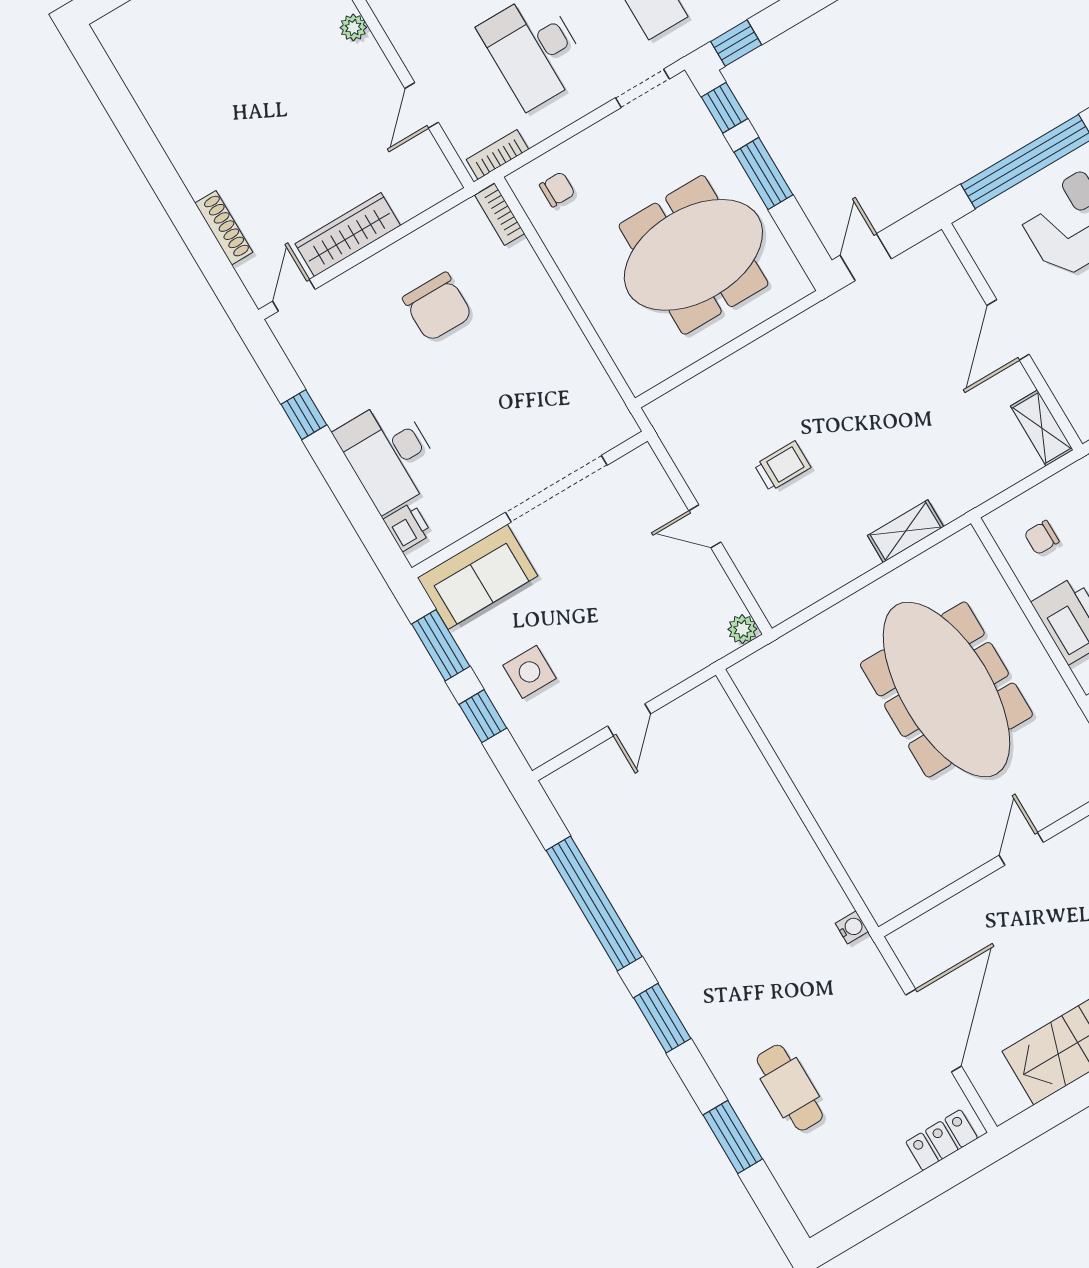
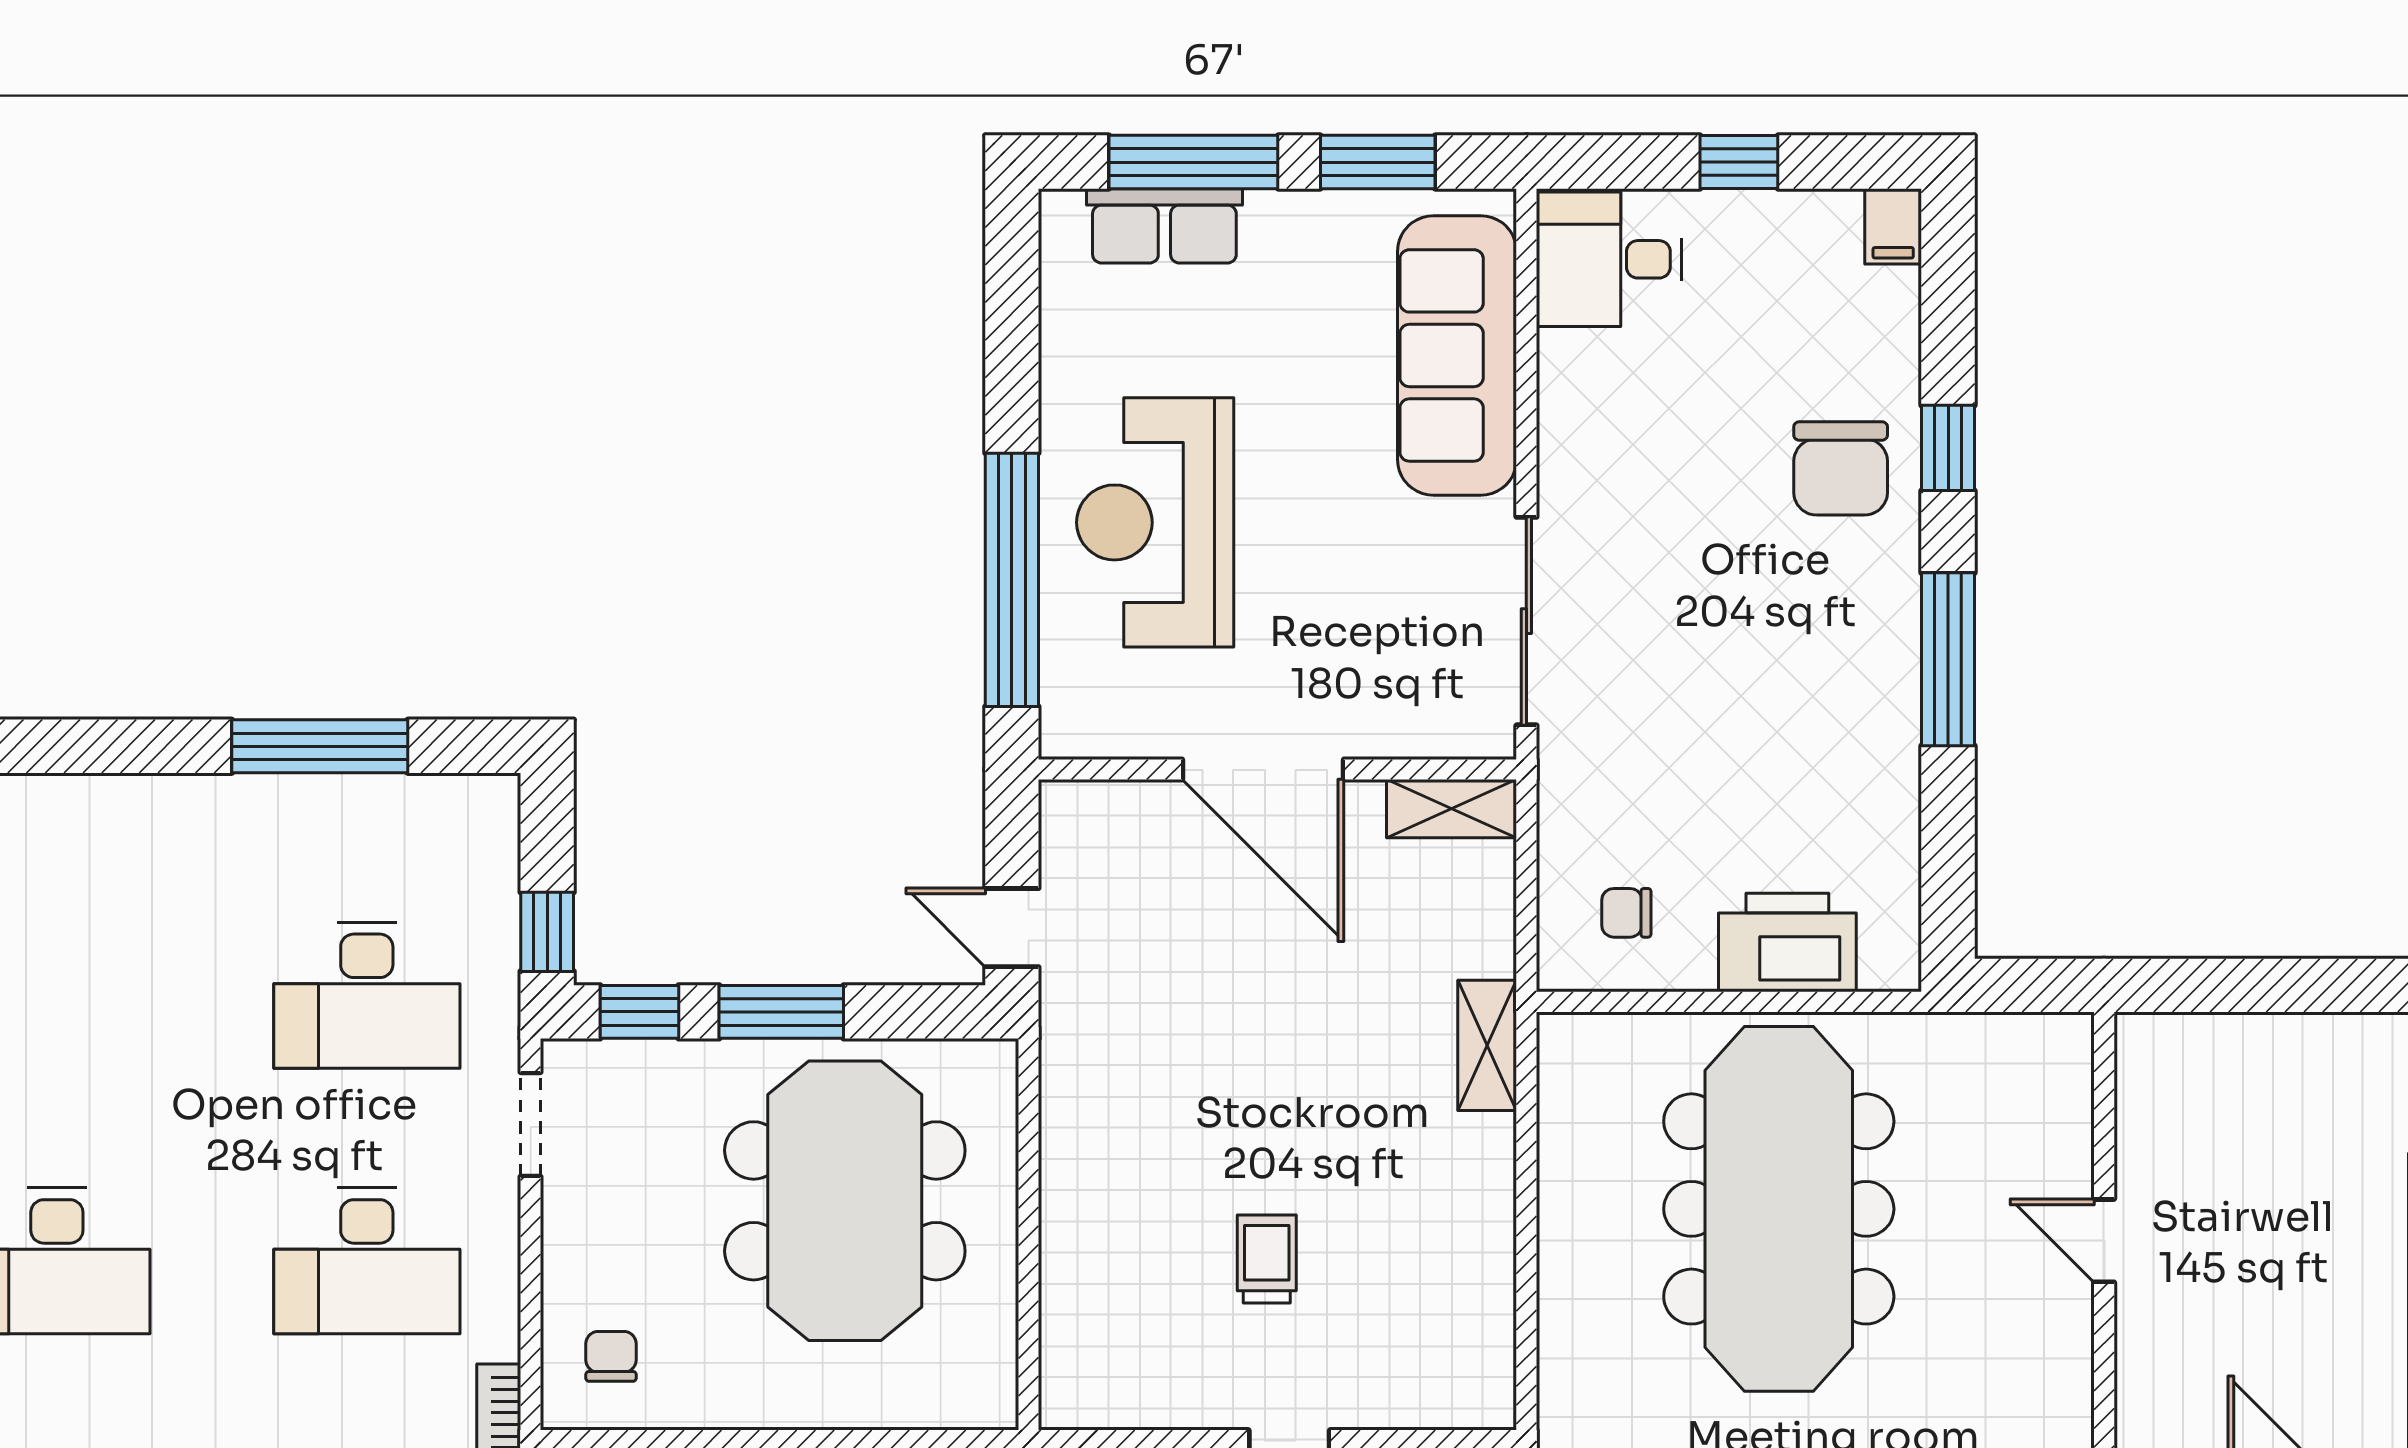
door: (1008, 330) -> (1263, 770), width x1.36
shelving: (906, 531) -> (1487, 1045), moved
chair: (1042, 538) -> (1626, 913), turned 90
meeting table: (946, 689) -> (1779, 1209), turned 90

